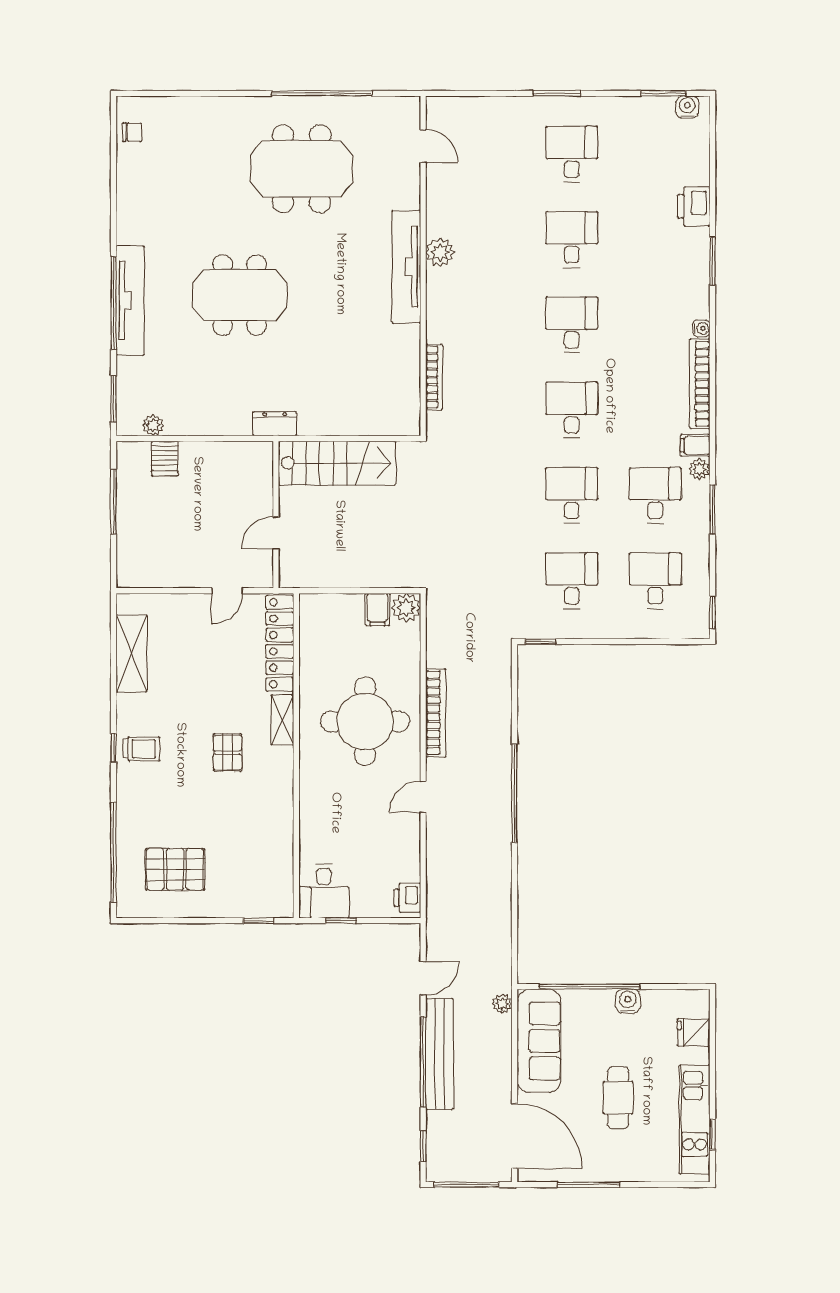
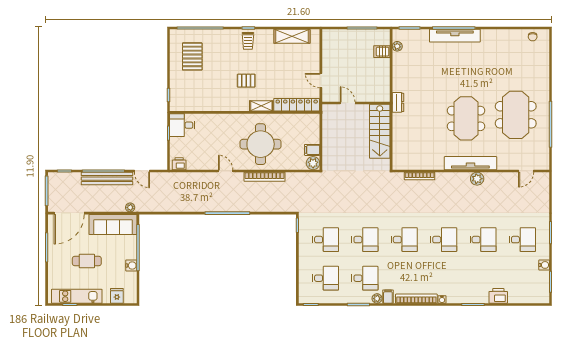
water cooler: (687, 107) -> (544, 265), moved
meeting table: (240, 295) -> (466, 118), moved

